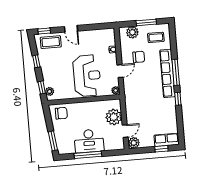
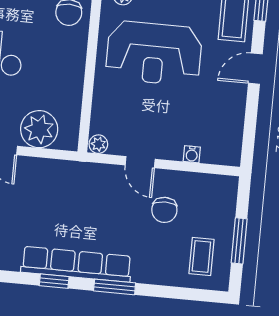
plant: (132, 32) -> (222, 206), removed
window: (176, 72) -> (115, 287), width x0.69
row of seats: (167, 73) -> (76, 264), moved
reception desk: (87, 76) -> (154, 53), moved

